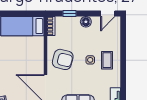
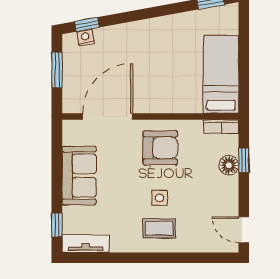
floor lamp: (86, 22) -> (229, 165), moved
armchair: (63, 59) -> (160, 148), turned -104

